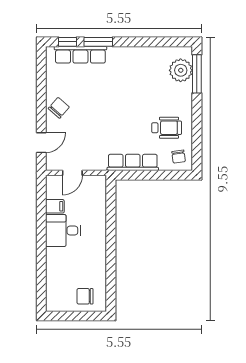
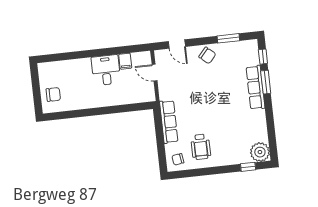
row of seats: (80, 55) -> (255, 87), moved
plant: (181, 70) -> (260, 152), moved
window: (197, 74) -> (248, 167), width x0.46
window: (41, 80) -> (228, 38), added
chair: (85, 296) -> (53, 94), turned 90

